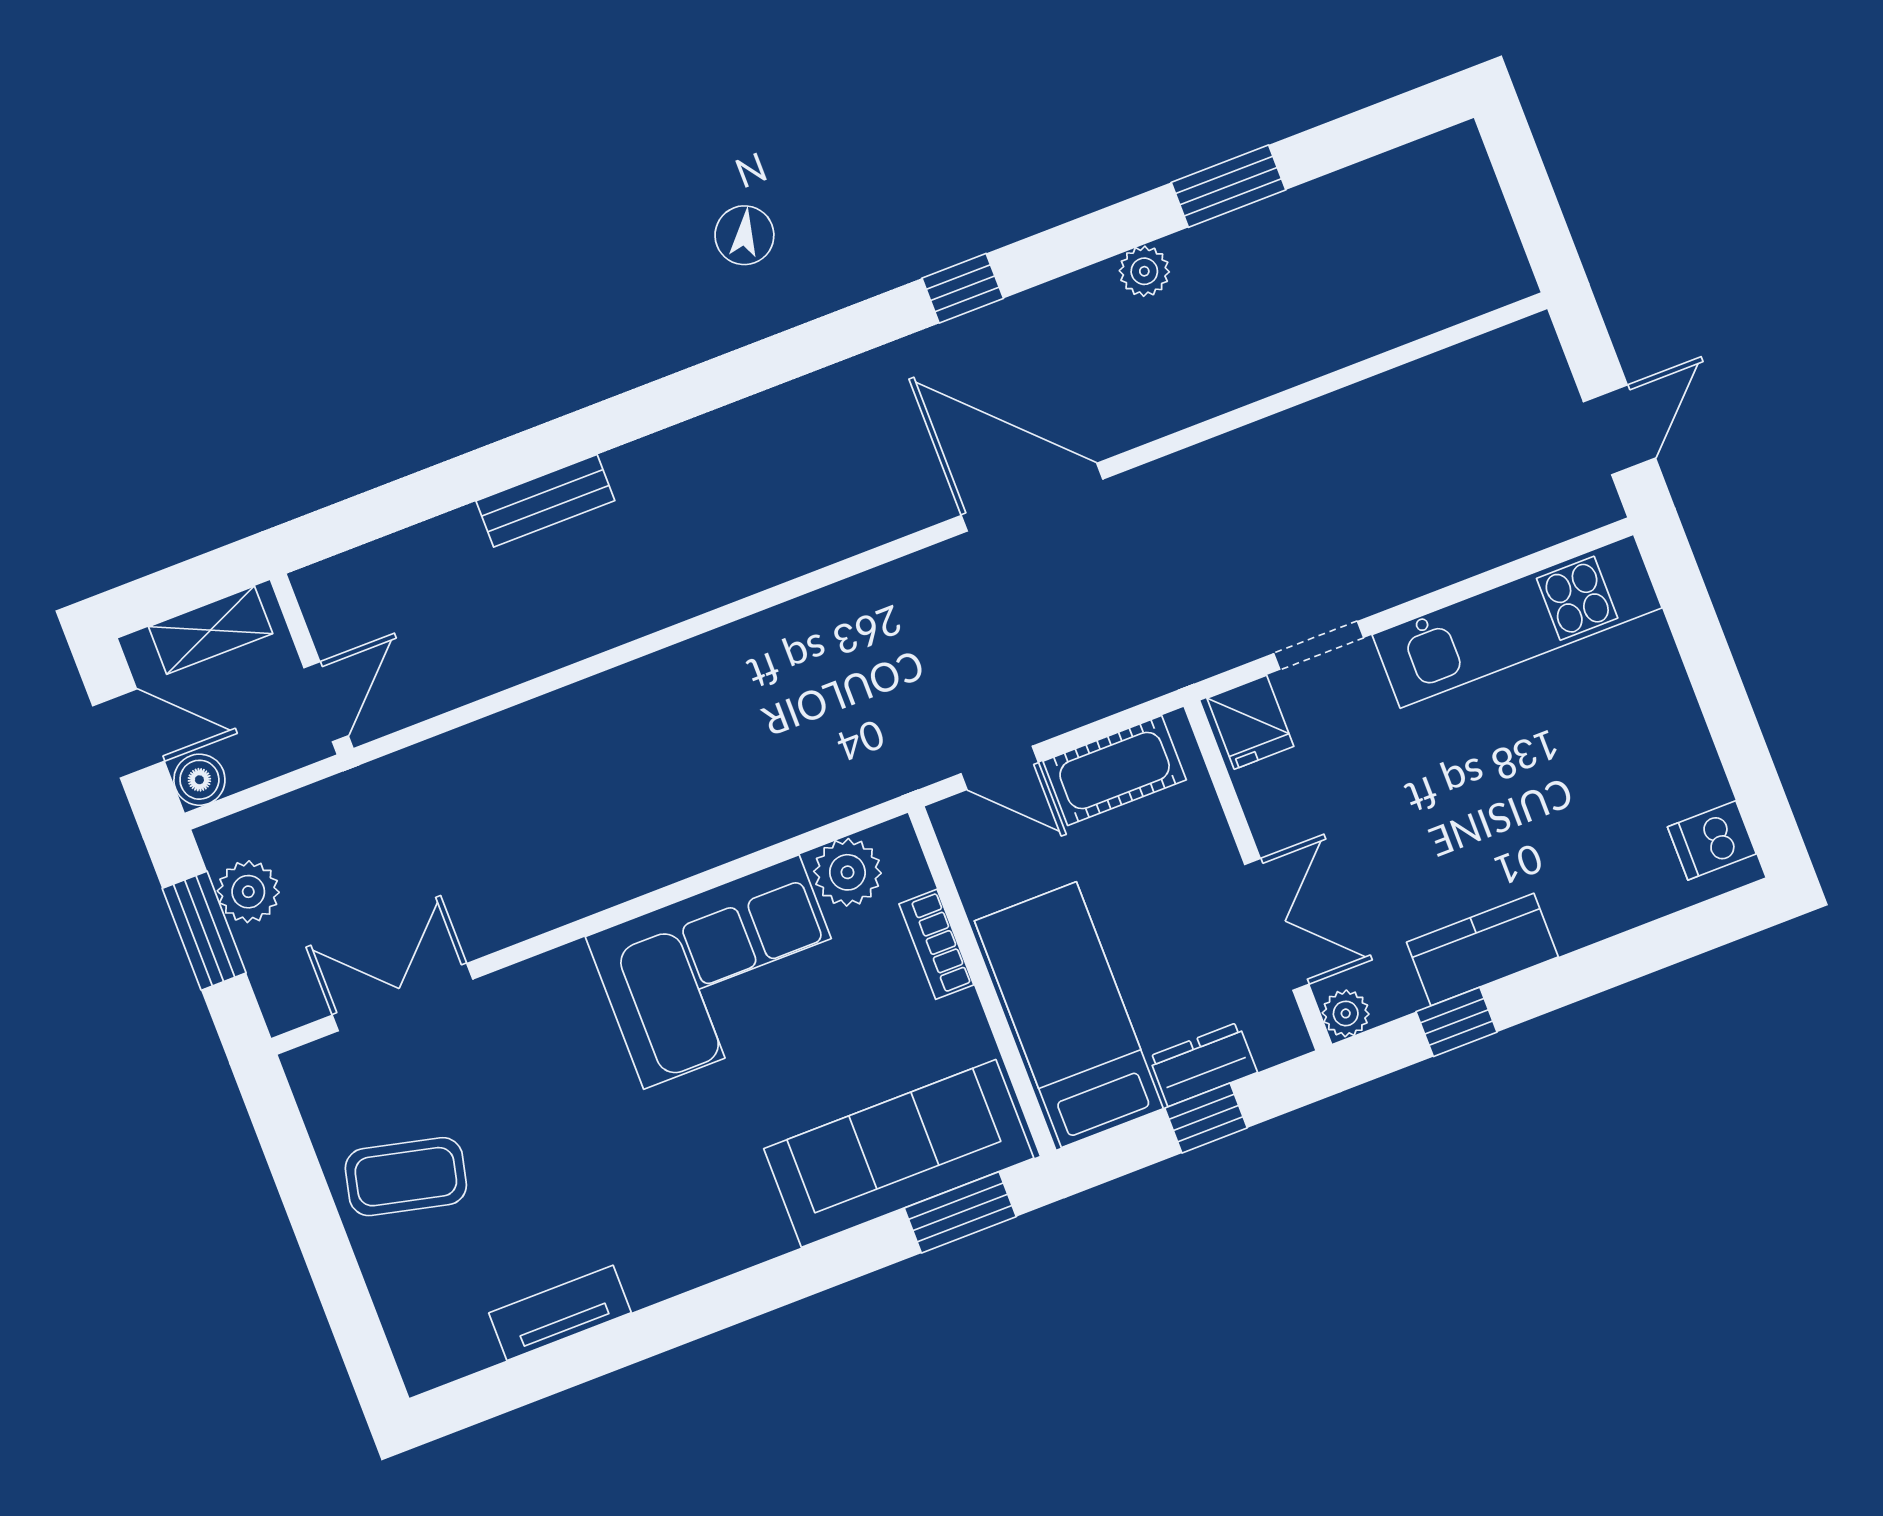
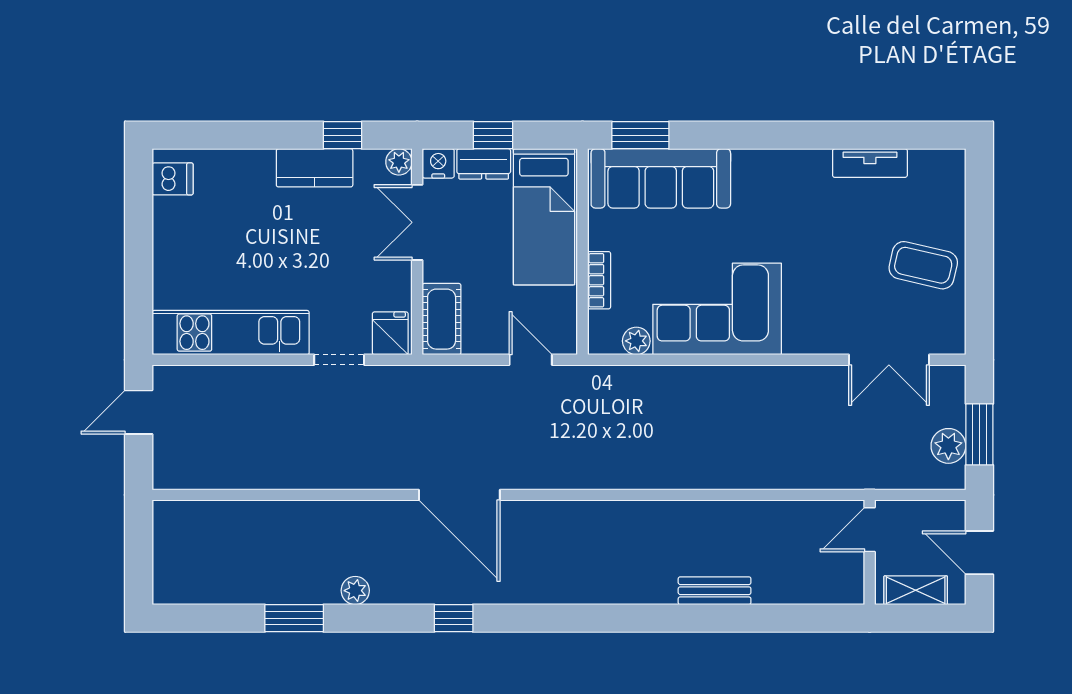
cot: (1115, 771) -> (442, 319), moved, turned 90
boiler: (199, 780) -> (951, 514), removed
plant: (847, 872) -> (636, 341), width x0.73, depth x0.73
nightstand: (1279, 1036) -> (438, 163), added

